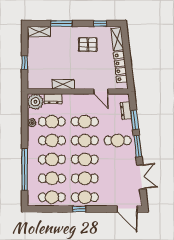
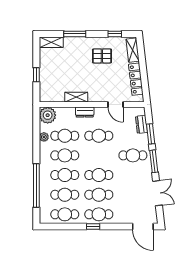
dresser: (53, 99) -> (85, 112), moved
cafe table: (85, 140) -> (99, 155), removed

